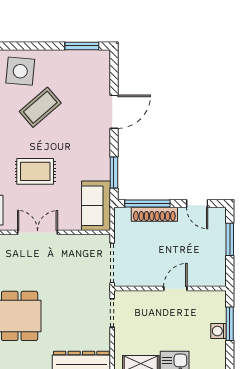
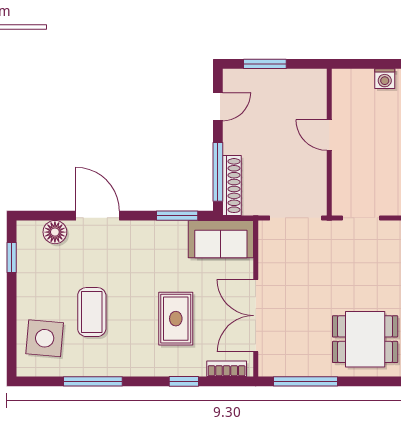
window: (82, 46) -> (12, 257), width x0.67
floor lamp: (101, 79) -> (55, 232), added
coffee table: (40, 107) -> (92, 312), turned 41
shoe rack: (154, 214) -> (232, 186), moved
double door: (38, 232) -> (256, 316), width x1.37
window: (230, 324) -> (375, 64), removed

